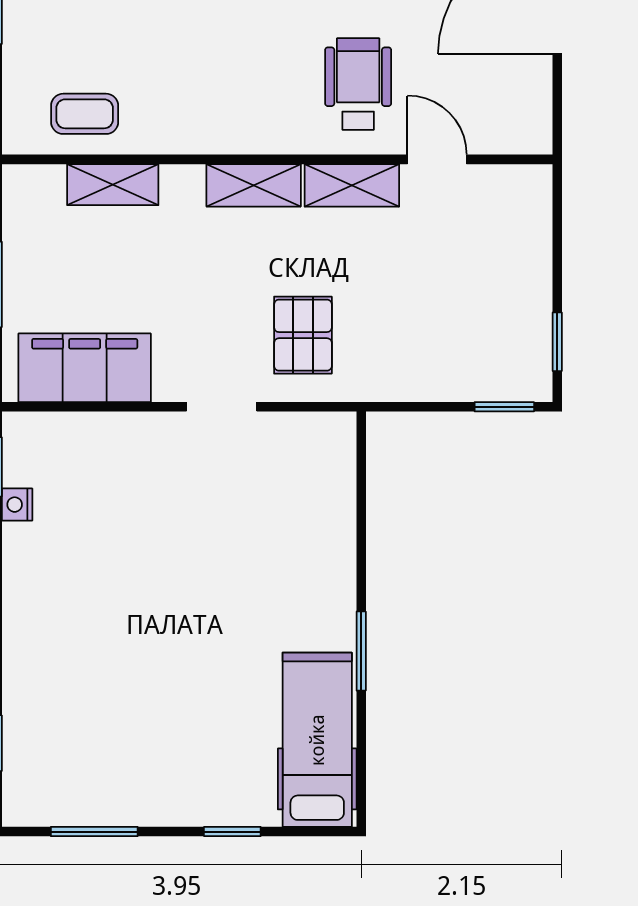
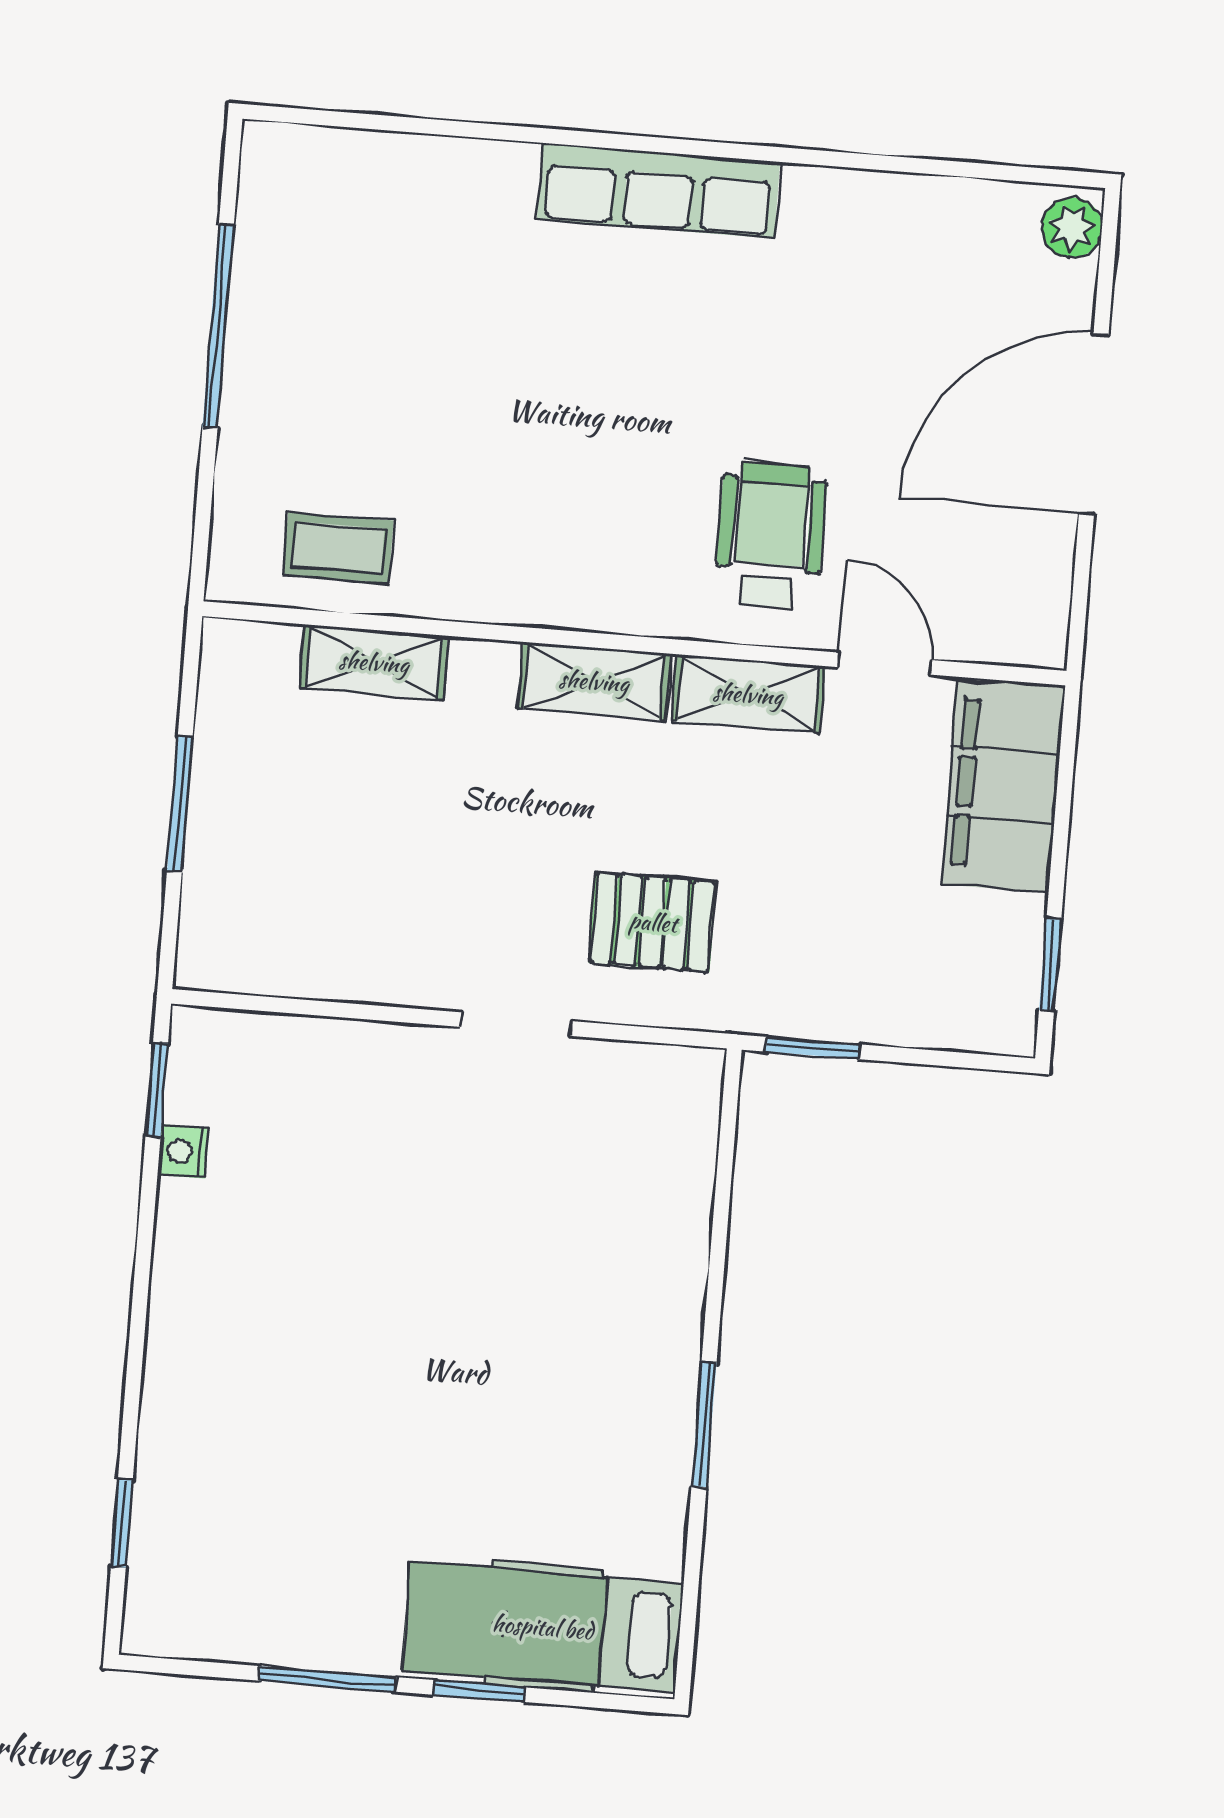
pallet: (303, 335) -> (653, 922), turned 90
filing cabinet: (85, 368) -> (1003, 785), moved, turned -90
window: (504, 407) -> (813, 1048), moved
hospital bed: (317, 740) -> (543, 1627), moved, turned -90
window: (94, 832) -> (327, 1679), moved

